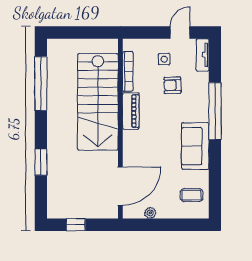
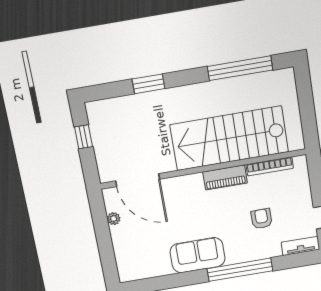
side table: (164, 59) -> (289, 205), removed
coffee table: (192, 195) -> (142, 260), removed

